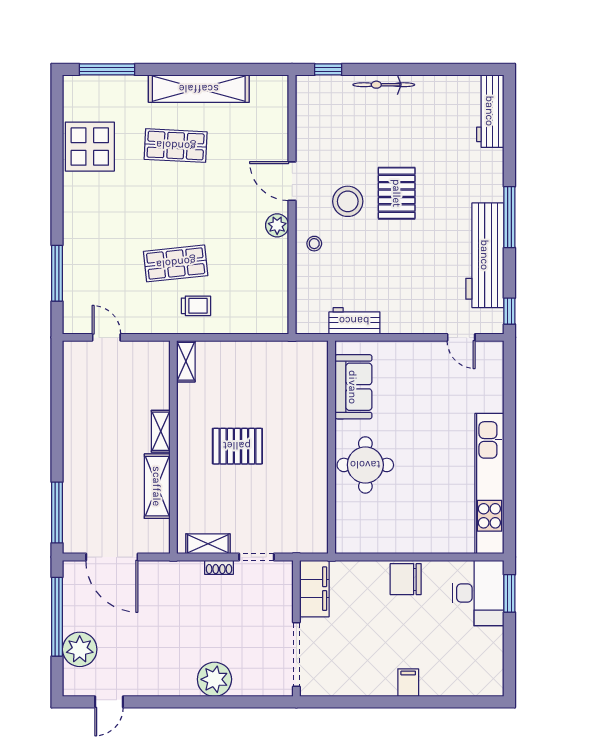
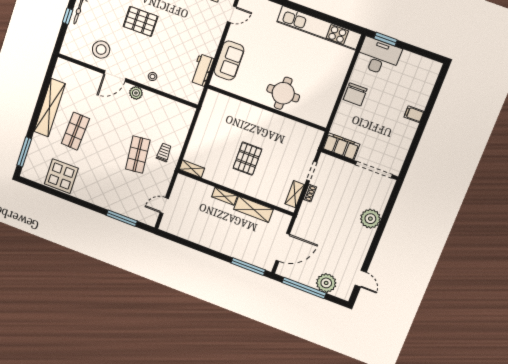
window: (328, 69) -> (68, 16), moved
stool: (348, 201) -> (101, 50), moved
sofa: (353, 387) -> (229, 61), moved, turned 90

